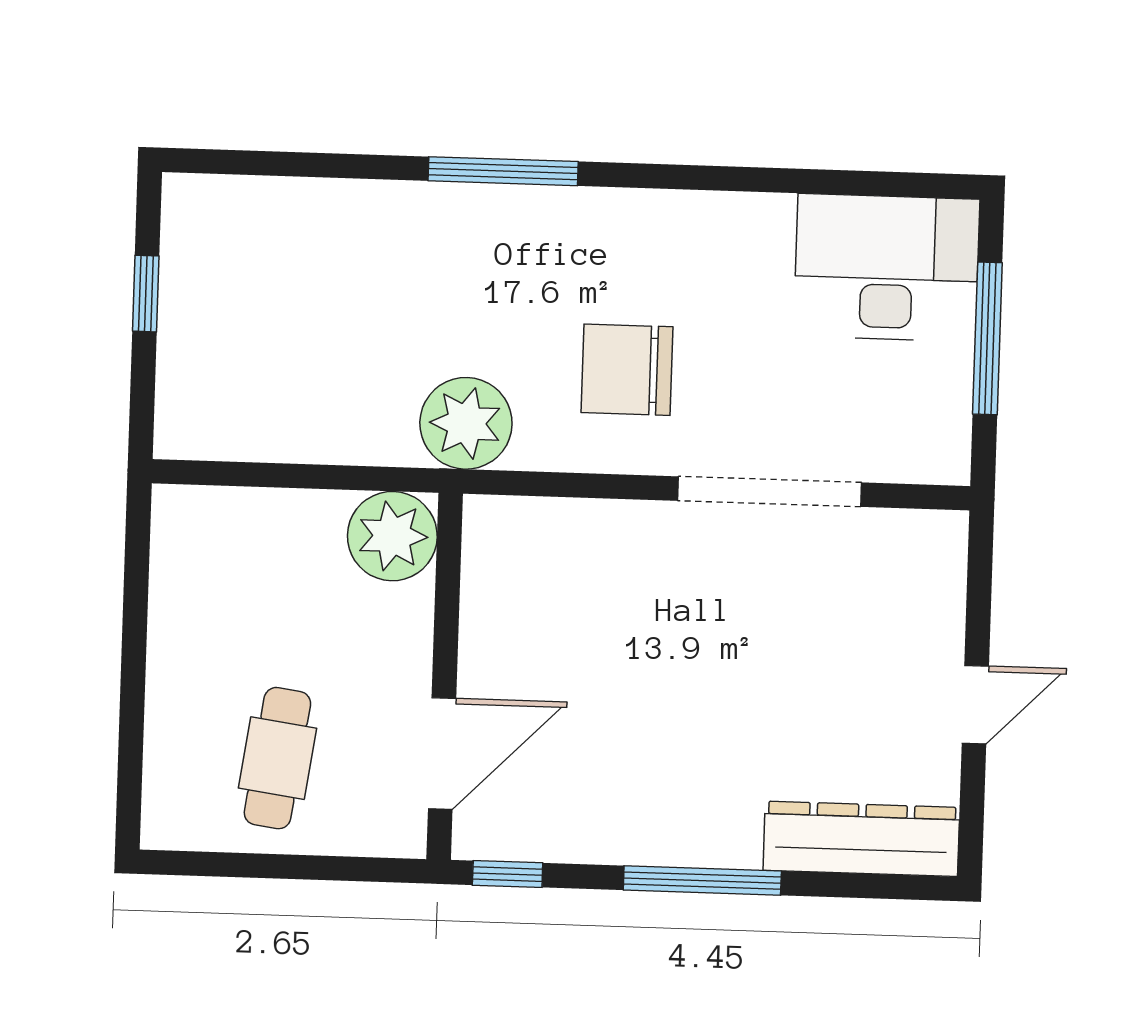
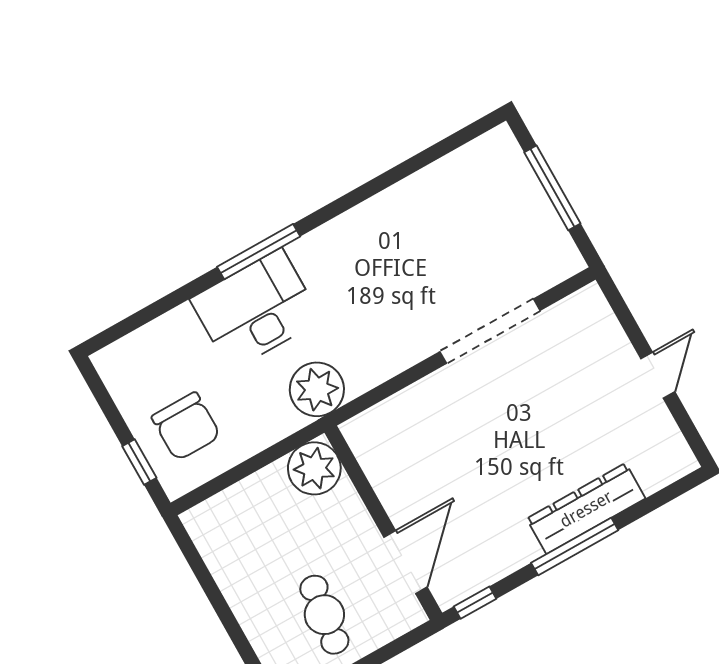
desk: (887, 268) -> (256, 310), moved
window: (146, 294) -> (139, 462), moved
chair: (627, 370) -> (186, 426), moved, turned -90
dresser: (861, 839) -> (586, 509), moved

